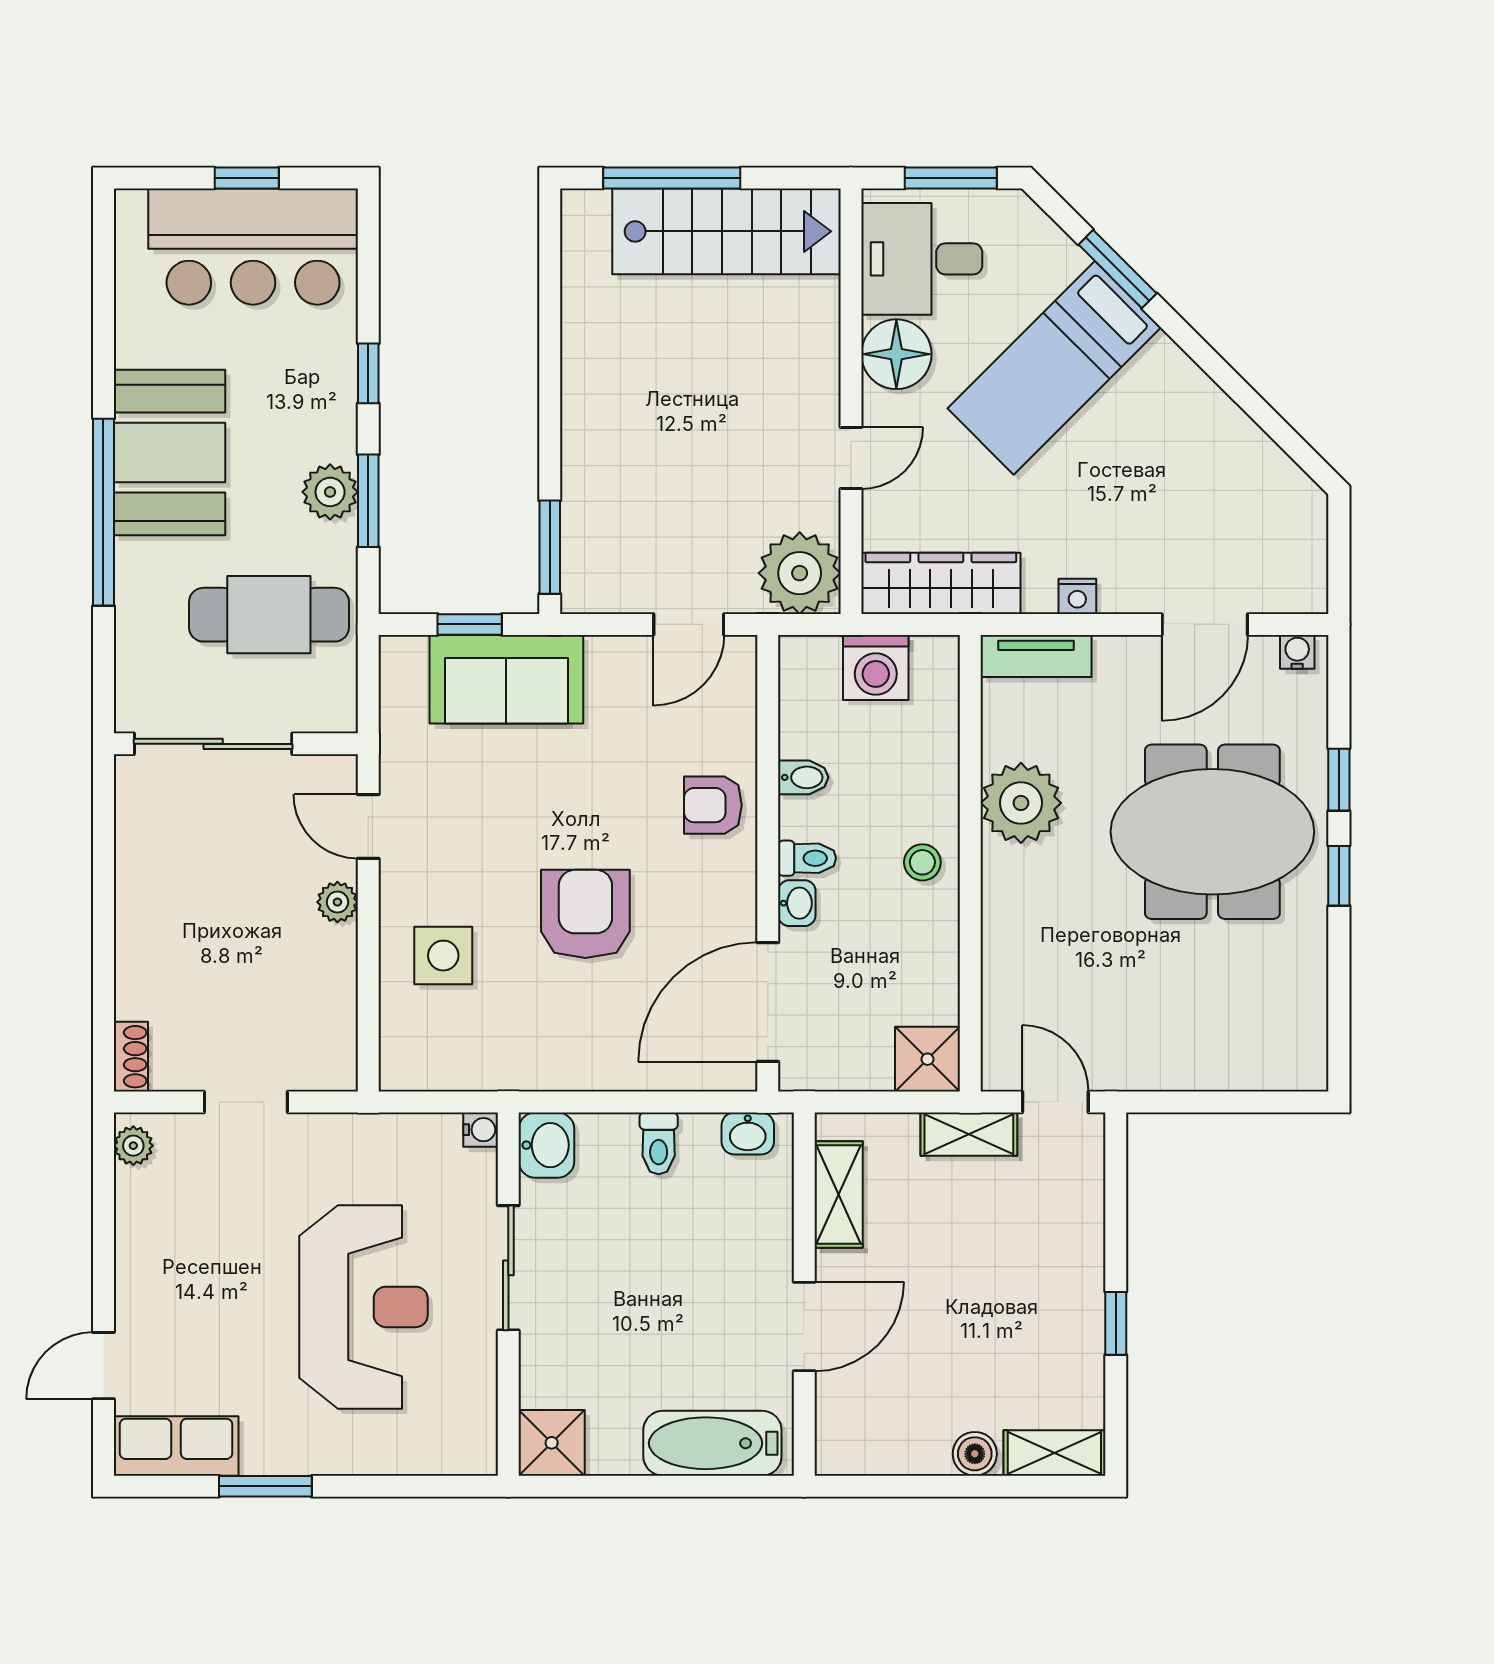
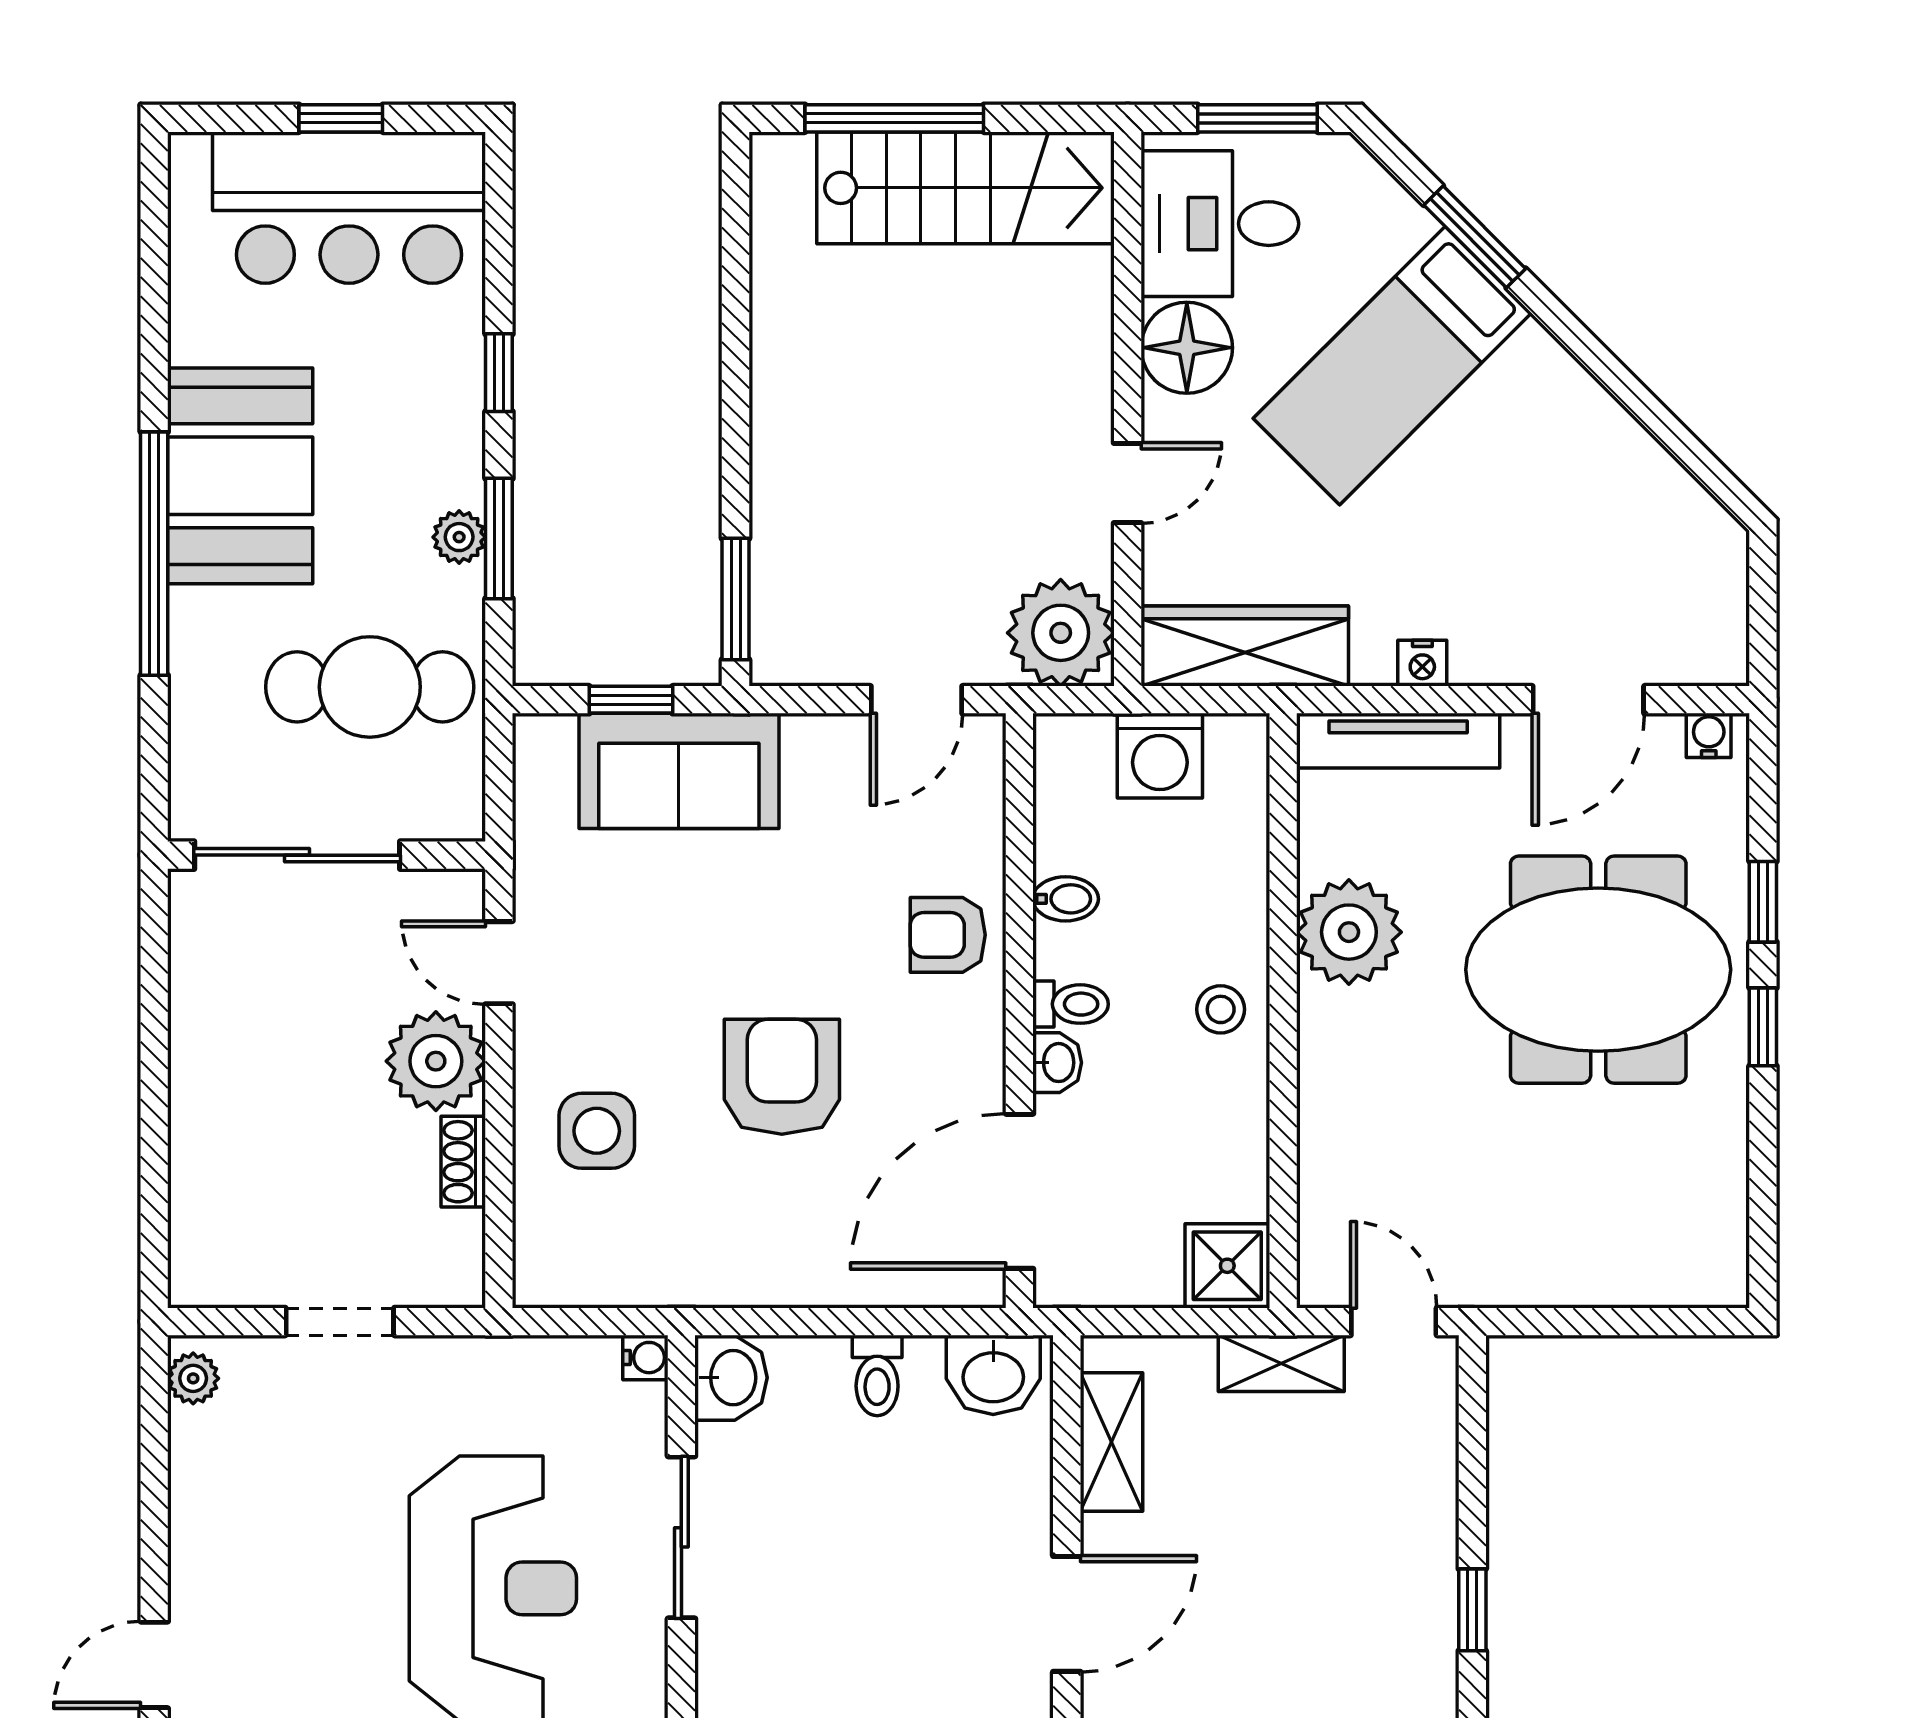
plant: (330, 492) -> (459, 537), width x0.73, depth x0.73
tv unit: (1036, 656) -> (1398, 741), width x1.41
plant: (337, 902) -> (436, 1061), width x1.88, depth x1.88
shoe rack: (131, 1057) -> (463, 1162), moved, turned 180
washbasin: (748, 1133) -> (993, 1375), width x1.38, depth x1.45

